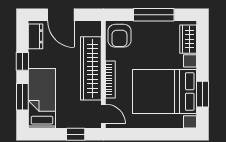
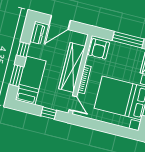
door: (61, 15) -> (60, 23), hinge flipped

